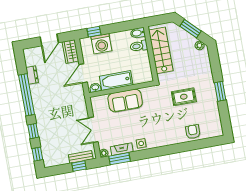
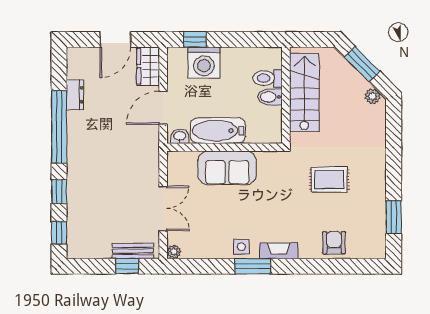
bidet: (138, 33) -> (270, 97), moved
window: (220, 91) -> (394, 217), moved
double door: (93, 130) -> (163, 208), swing flipped
fireplace: (122, 149) -> (279, 251), moved
window: (119, 159) -> (253, 266), moved

